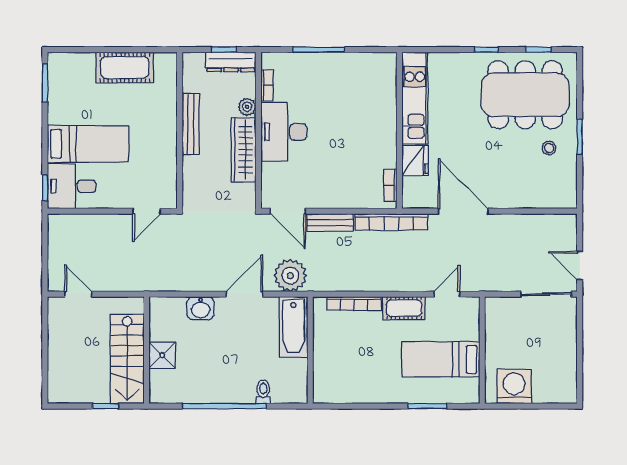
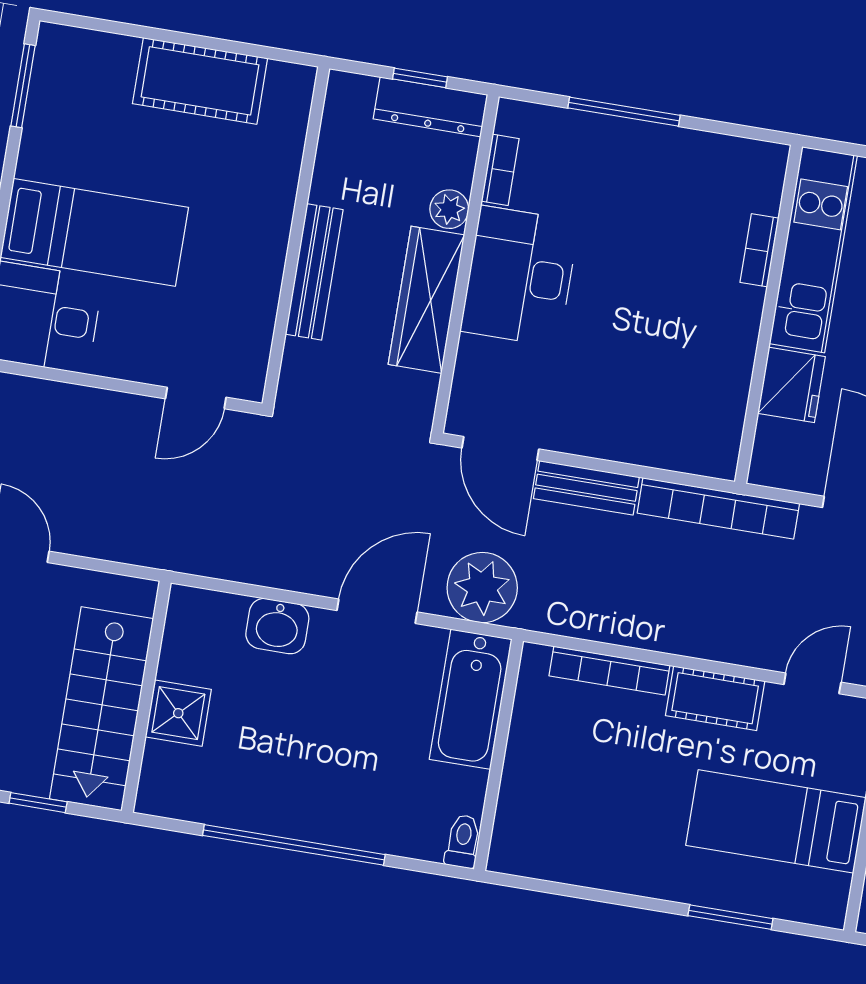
bench: (191, 124) -> (314, 272), moved
bookcase: (390, 185) -> (759, 250), moved
toilet: (263, 392) -> (463, 841), moved

